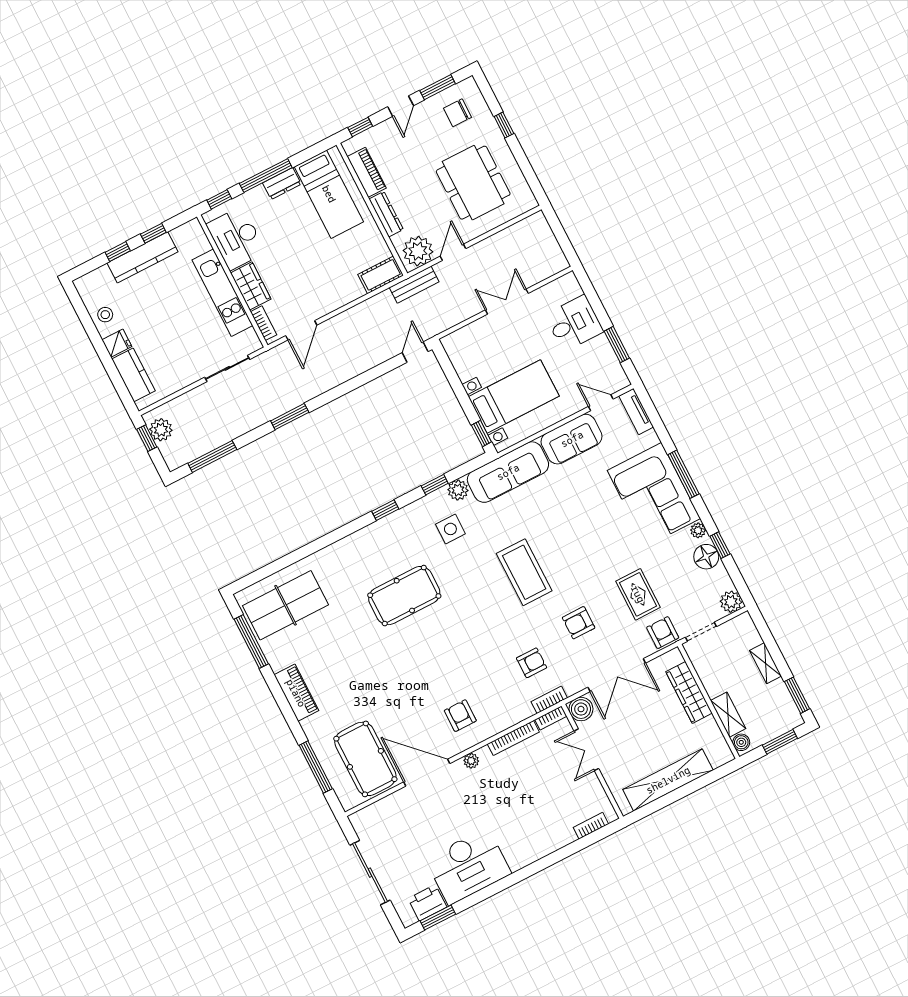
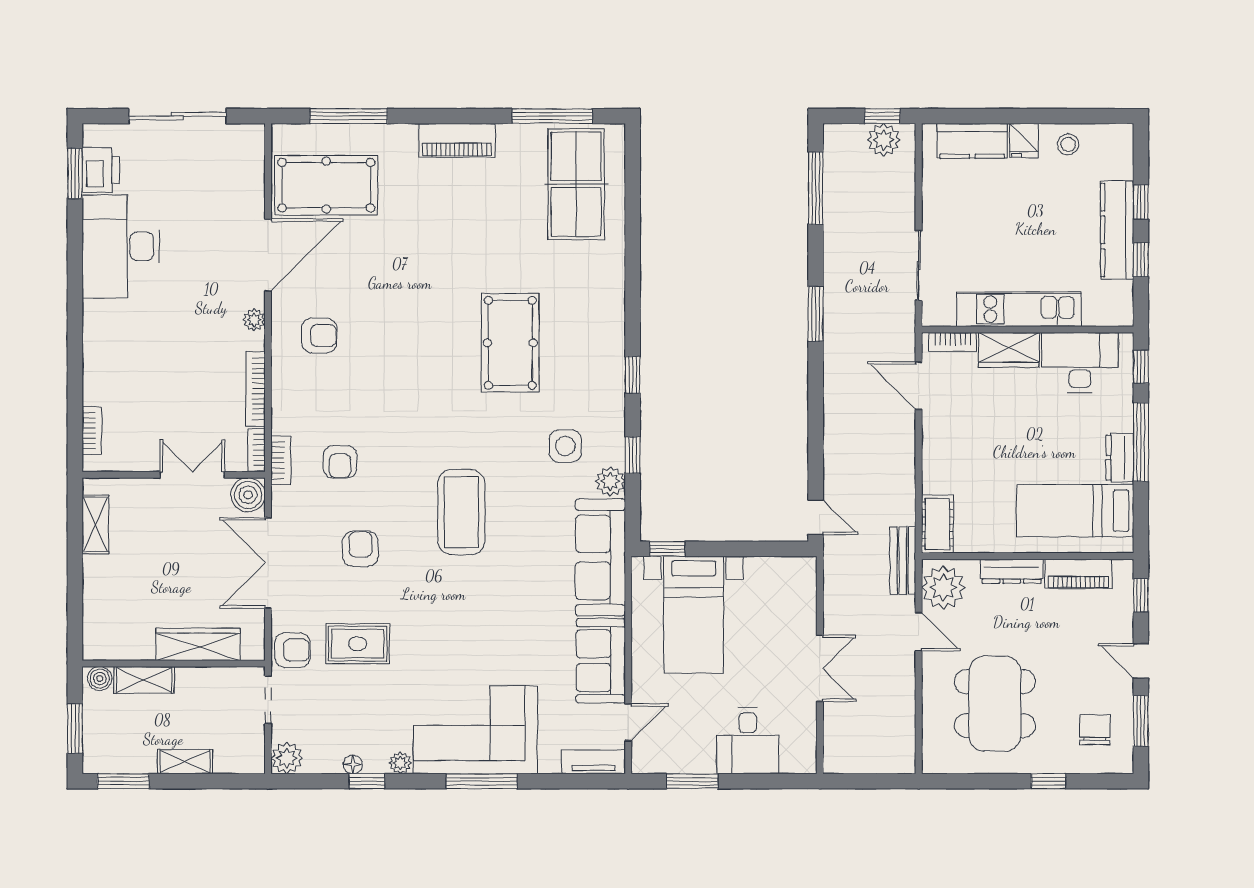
dining table: (473, 183) -> (995, 704), turned 90
floor lamp: (706, 557) -> (353, 764), width x0.53, depth x0.53
coffee table: (524, 572) -> (461, 512), turned 90
shelving: (668, 780) -> (95, 524), width x0.45, depth x0.75

